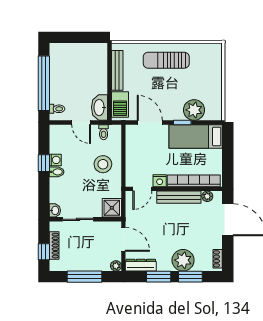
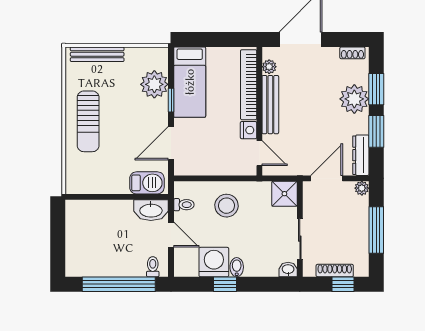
bench: (117, 70) -> (97, 54), moved
door: (81, 123) -> (171, 235), hinge flipped
washing machine: (55, 160) -> (214, 262), width x1.89, depth x1.89

